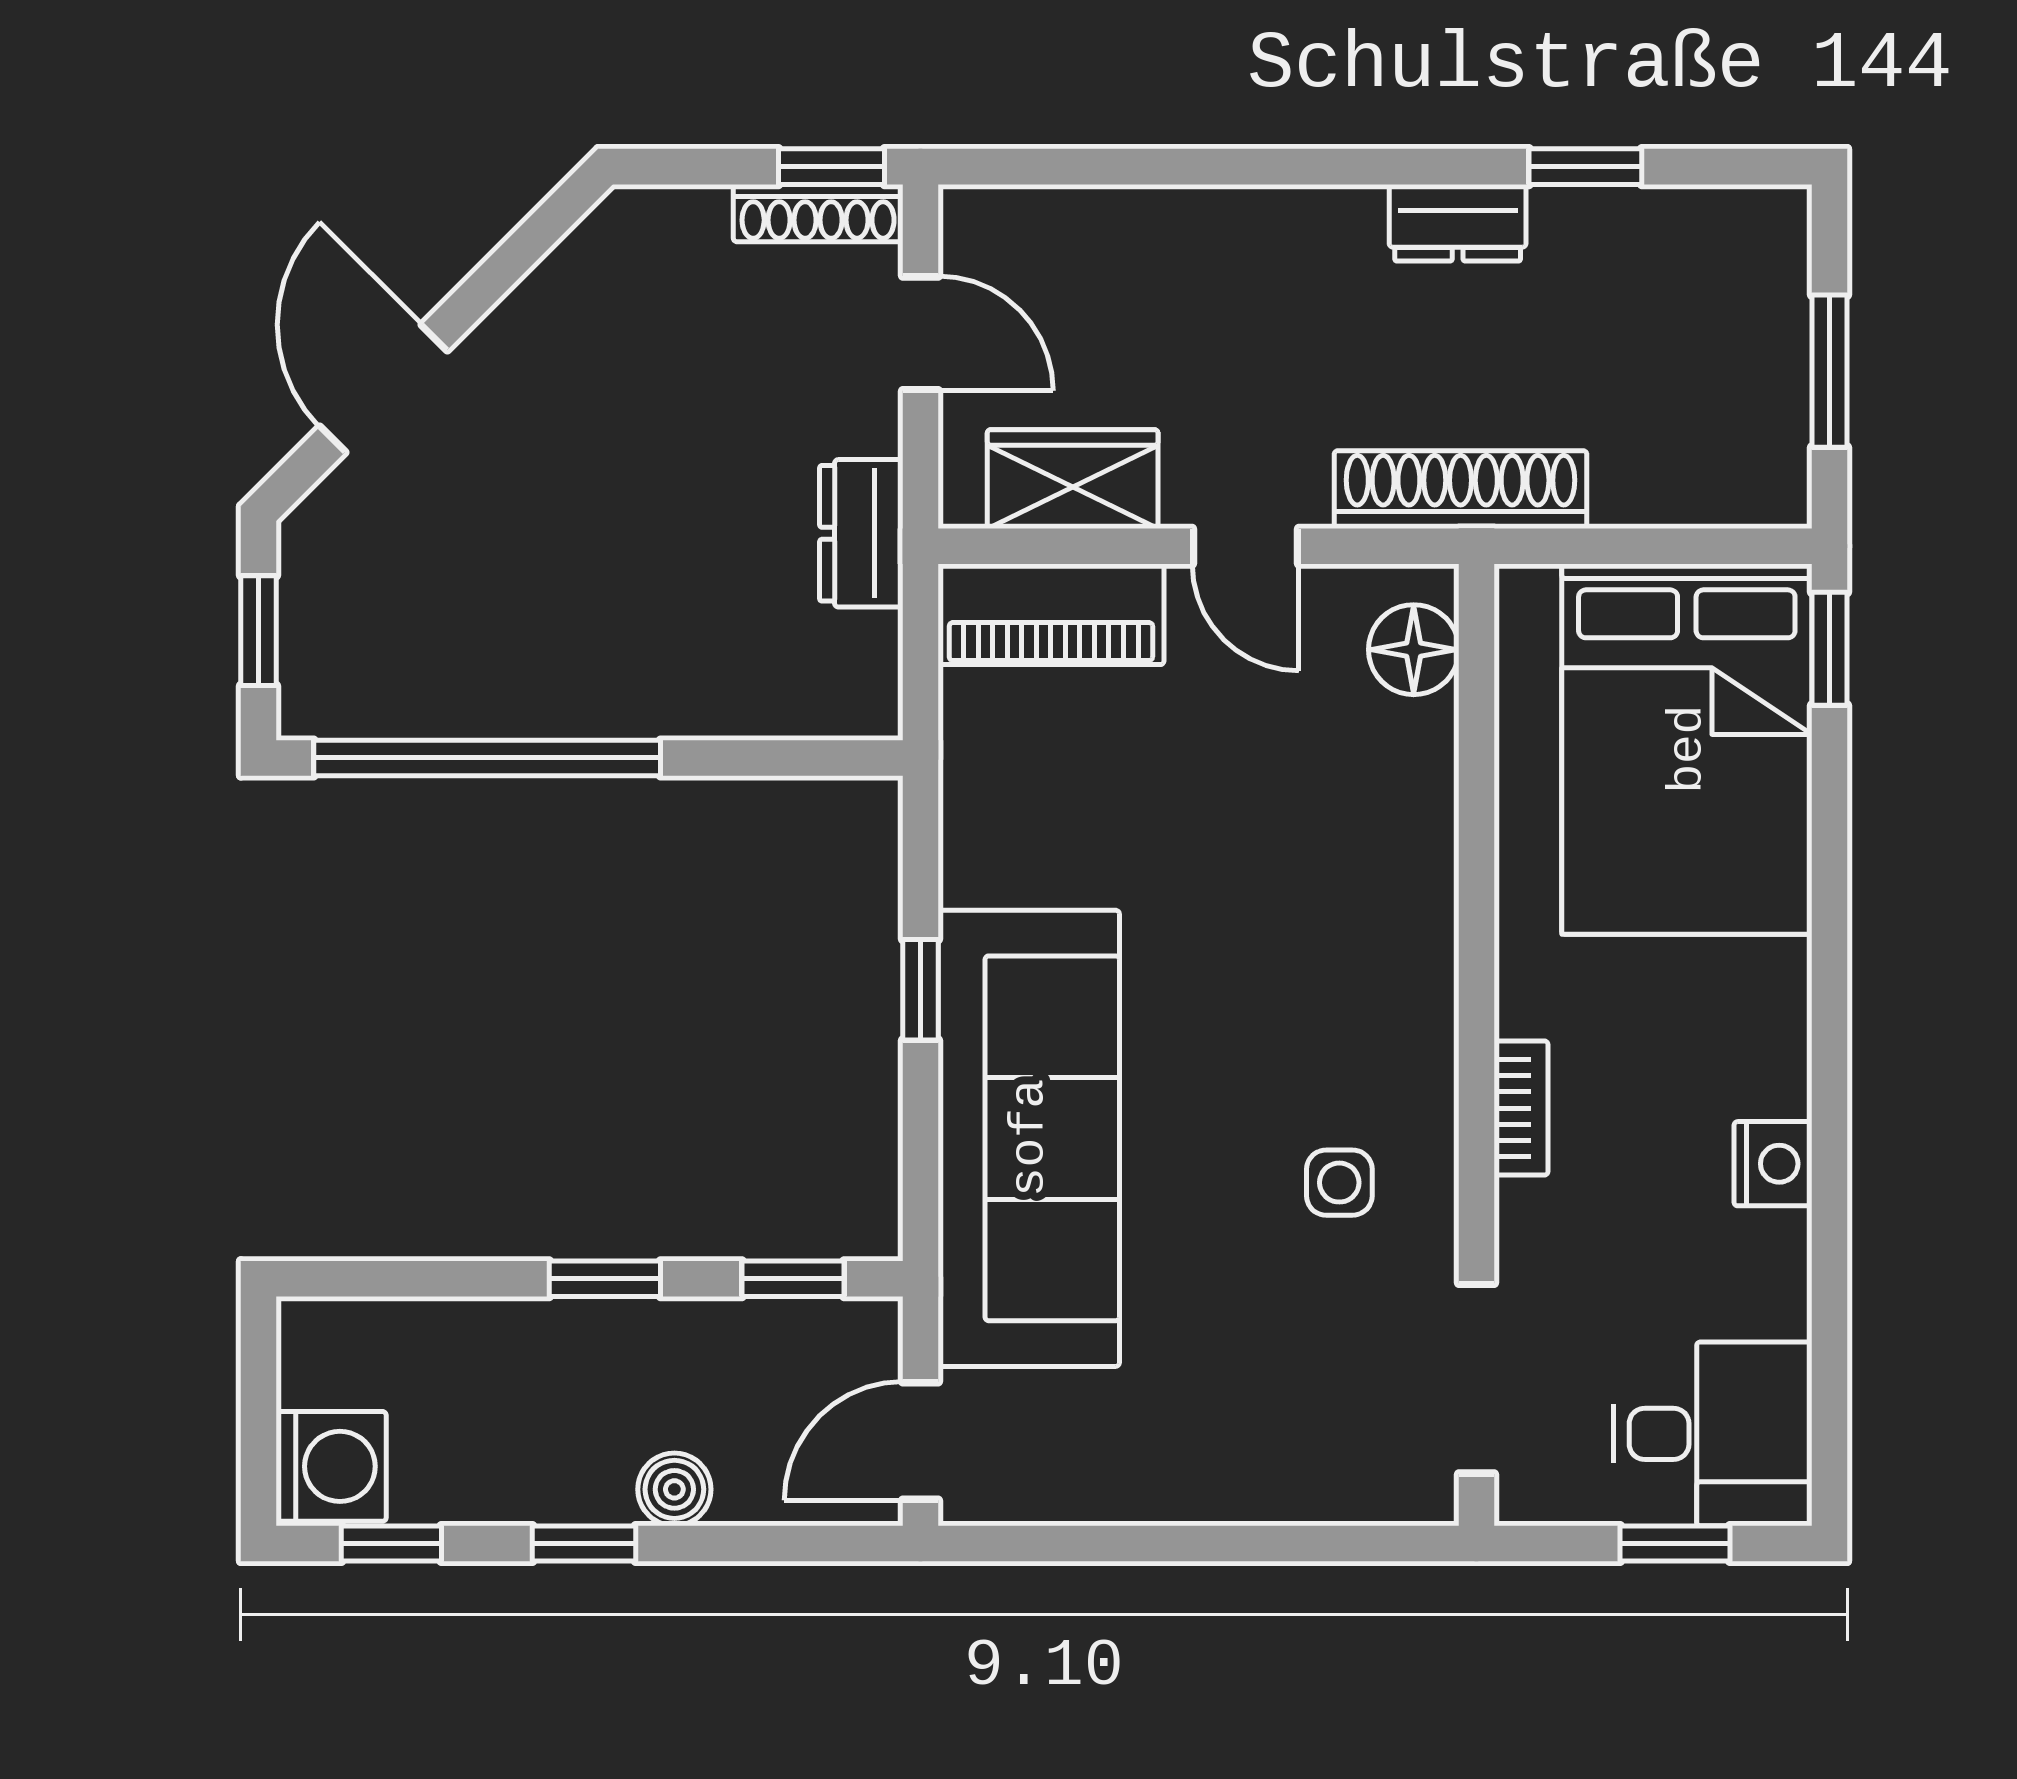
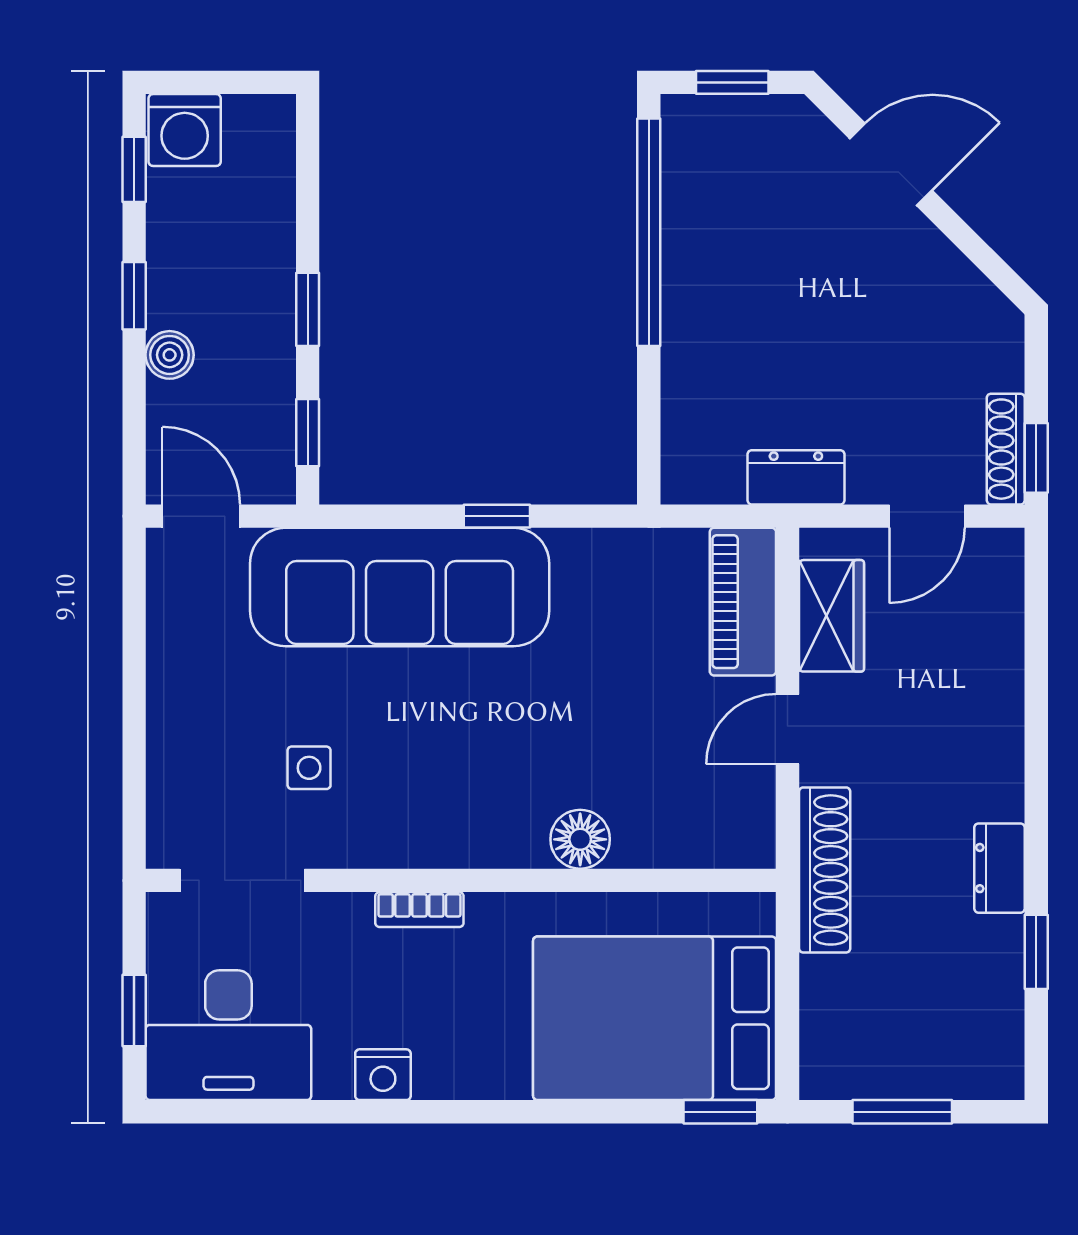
floor lamp: (1414, 650) -> (580, 839), moved
side table: (1339, 1183) -> (309, 768), moved
desk: (1713, 1434) -> (228, 1035), width x1.37

